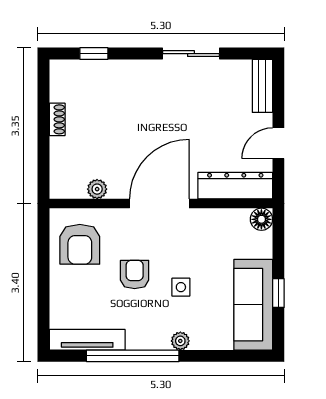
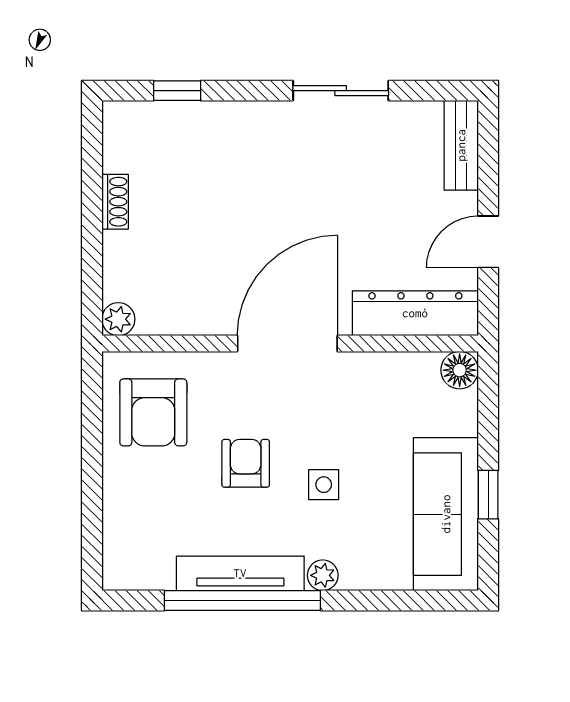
plant: (97, 189) -> (118, 319), moved
tv unit: (87, 340) -> (240, 573), moved

